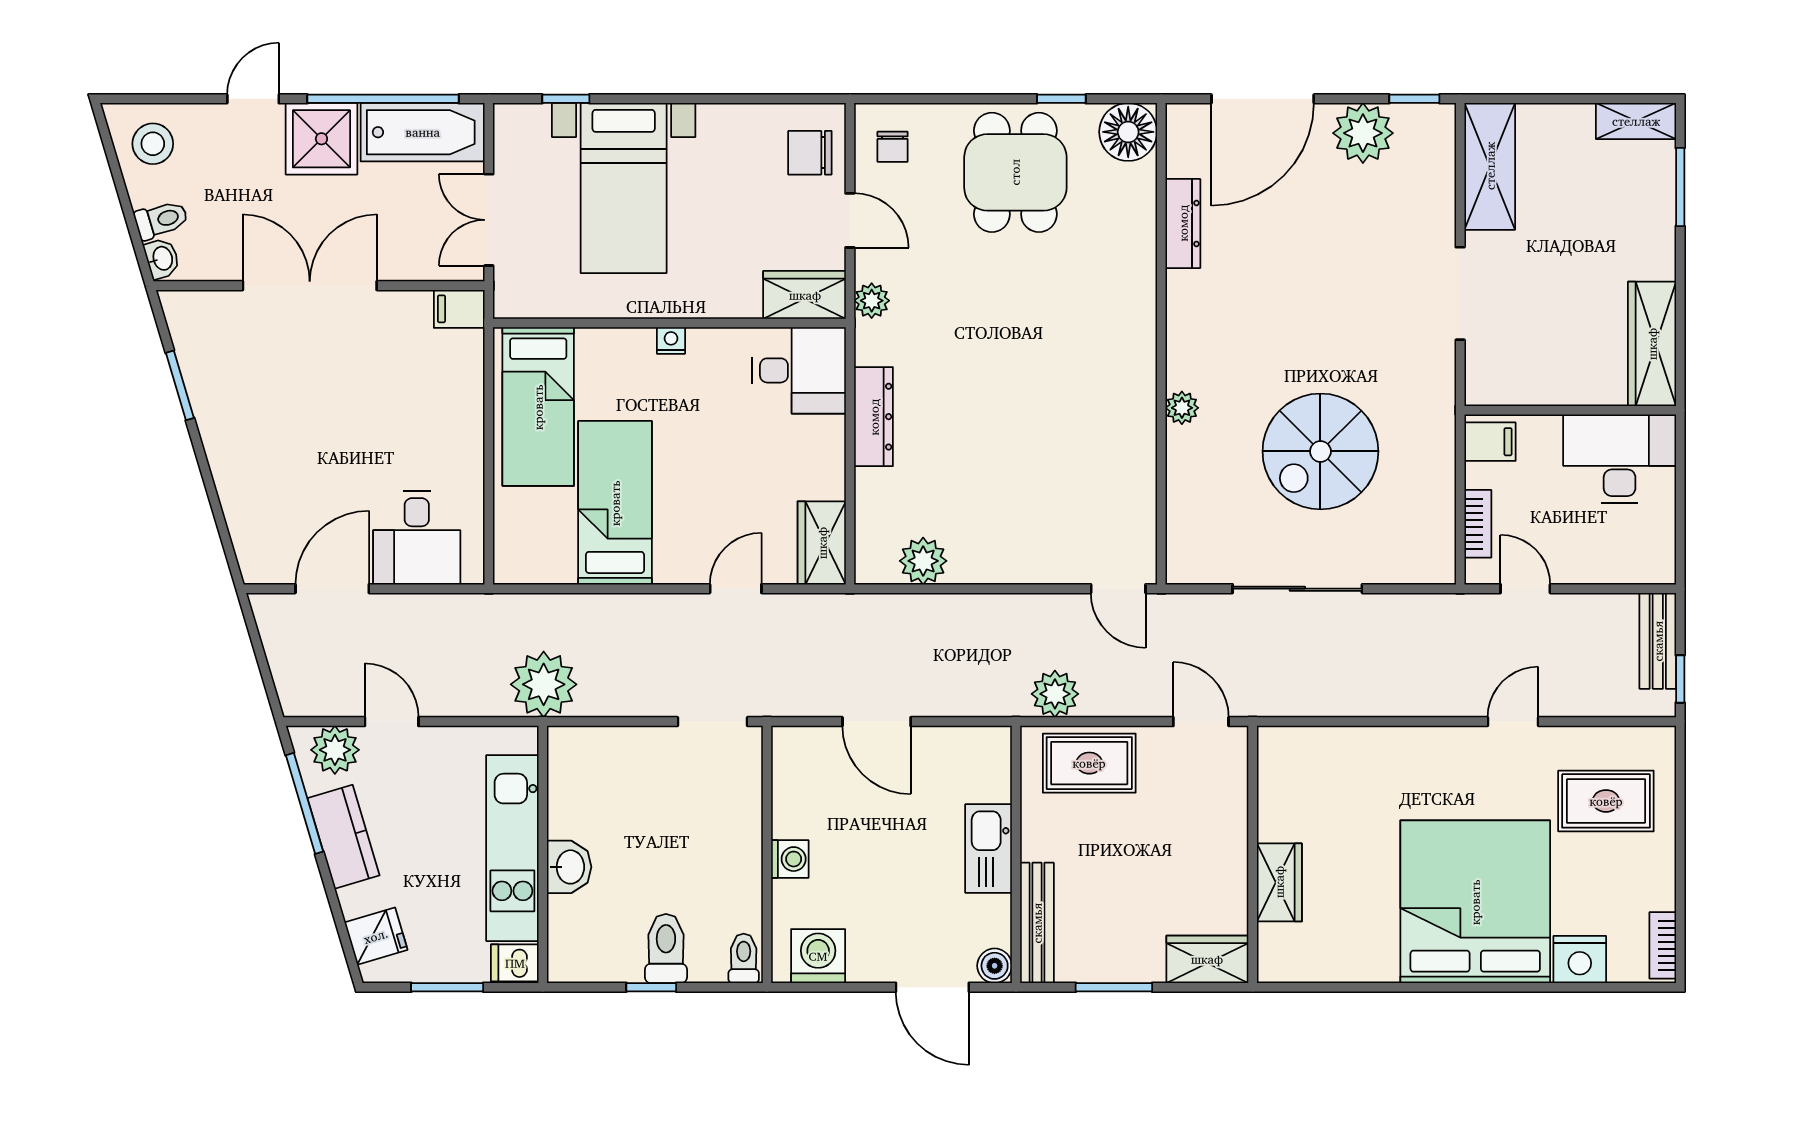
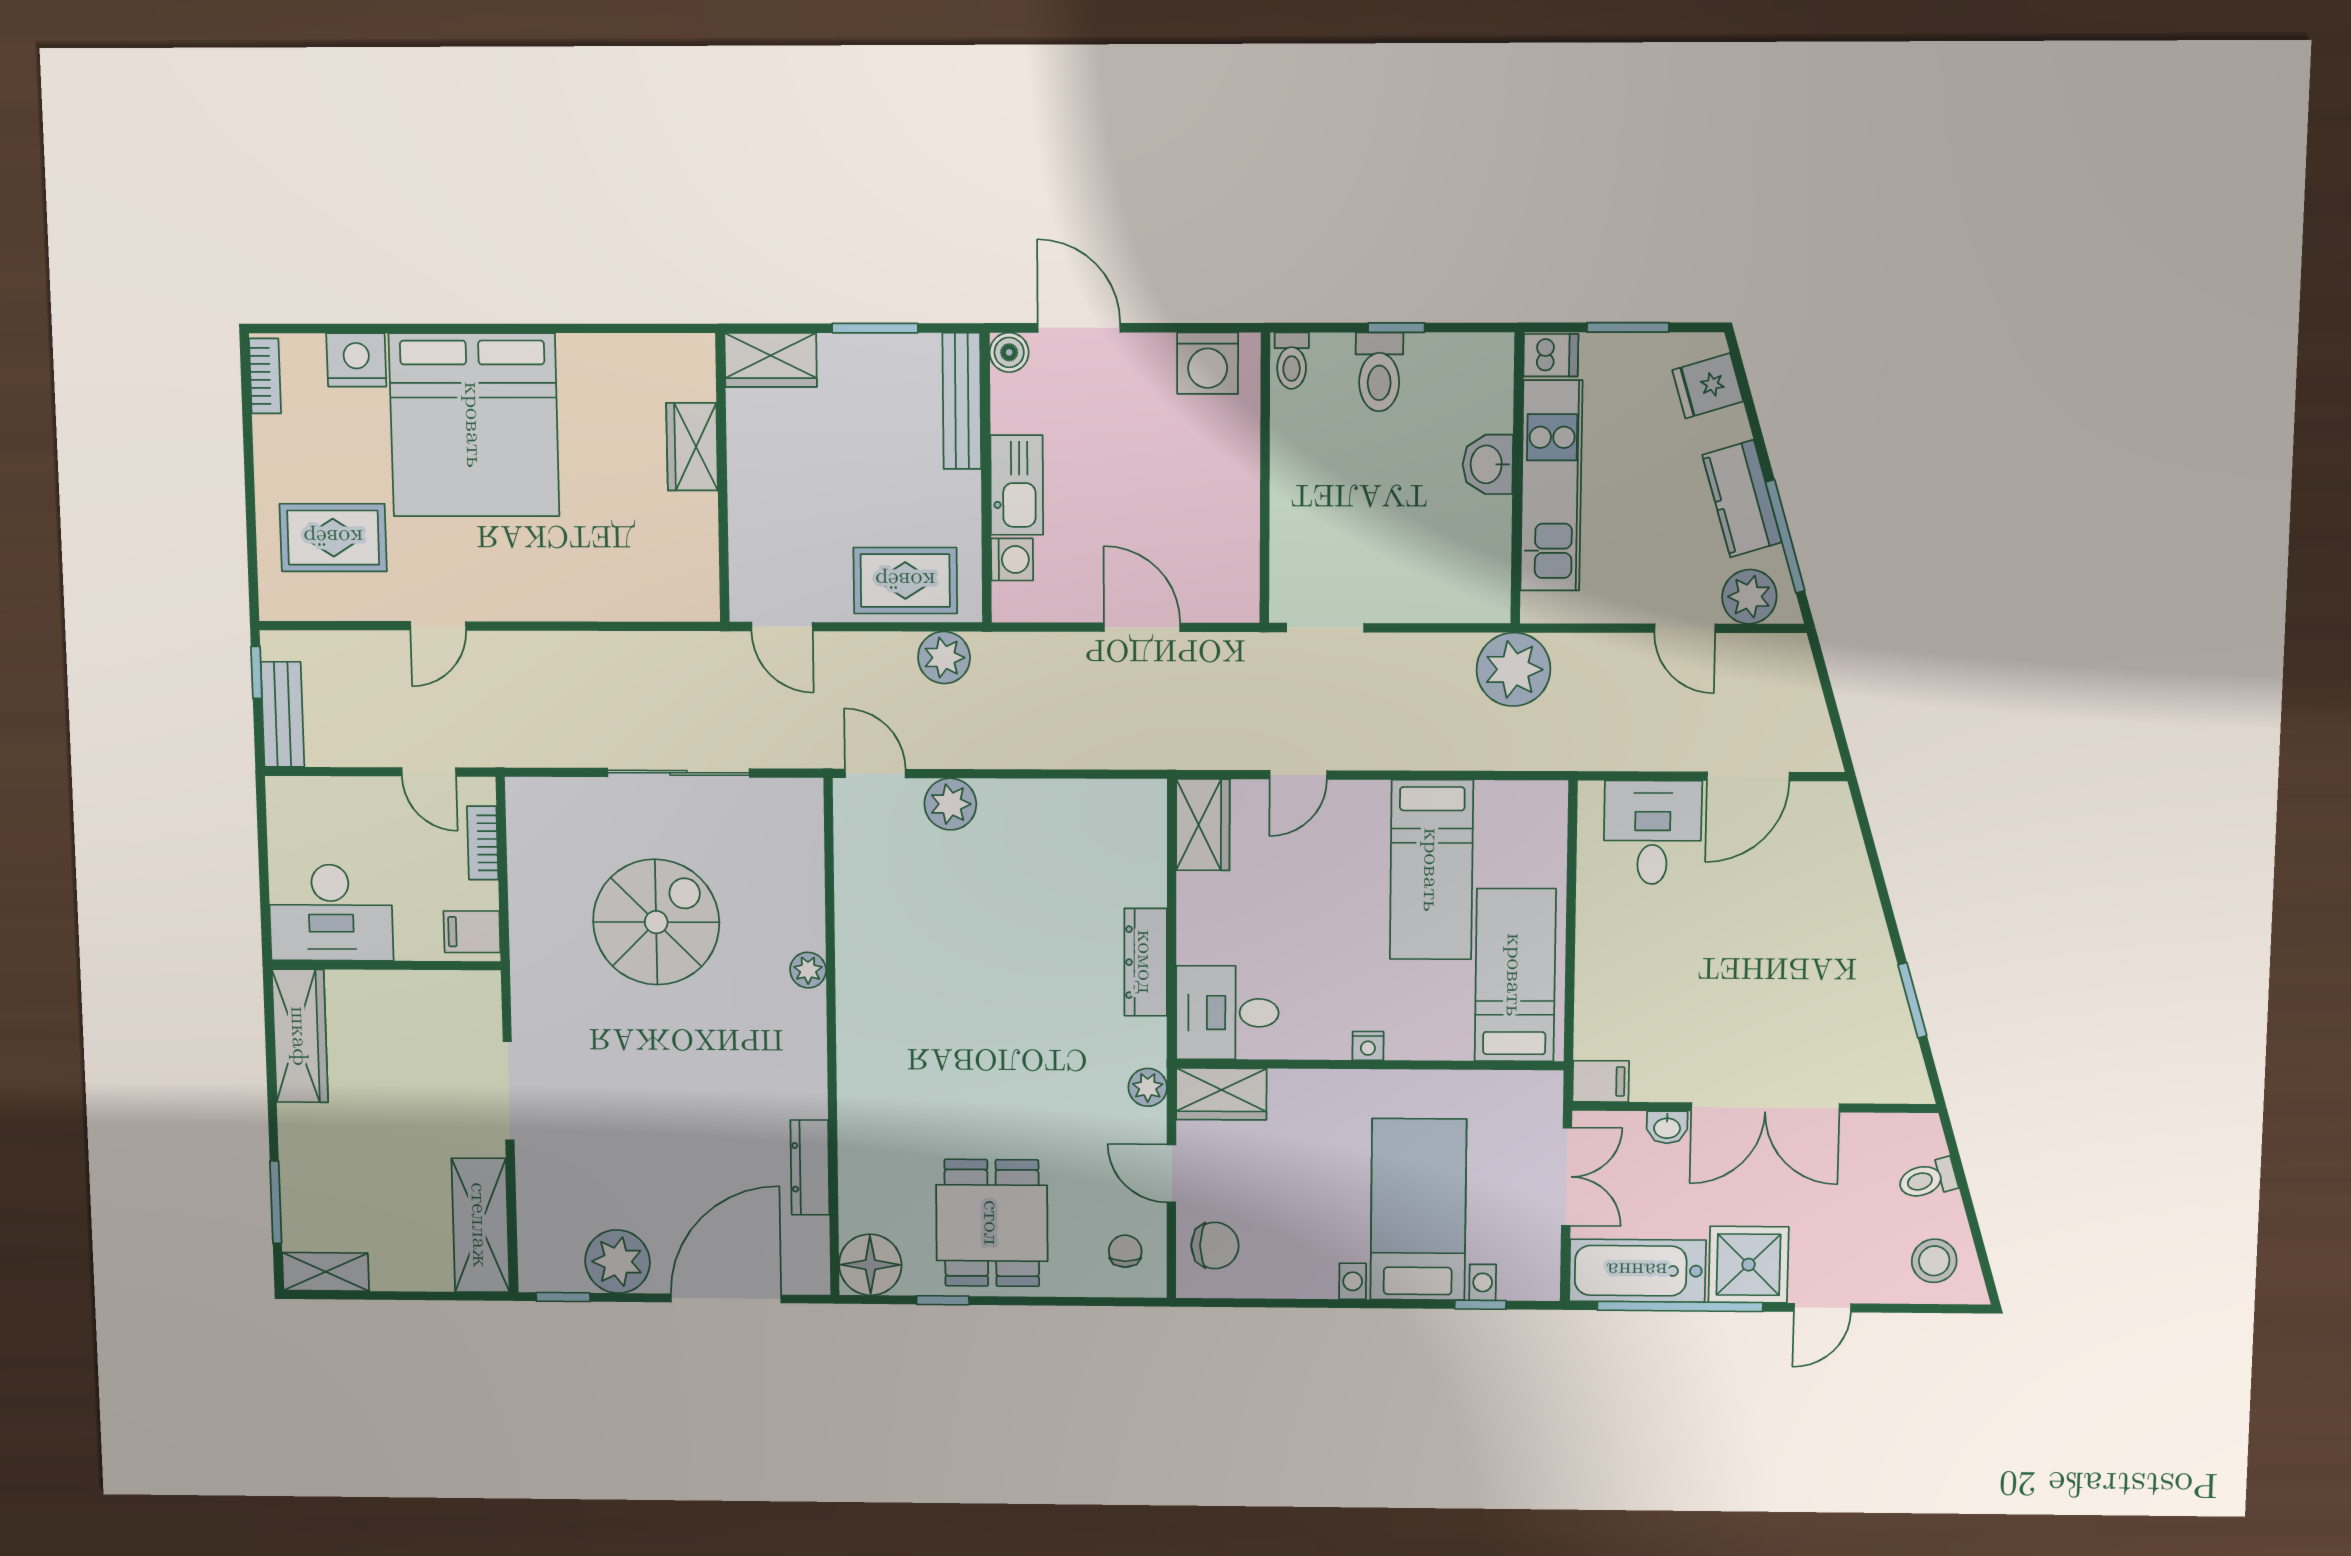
washbasin: (162, 259) -> (1667, 1127), moved, turned -73
plant: (923, 561) -> (950, 804), moved
washing machine: (790, 859) -> (1012, 559), moved, turned 180

